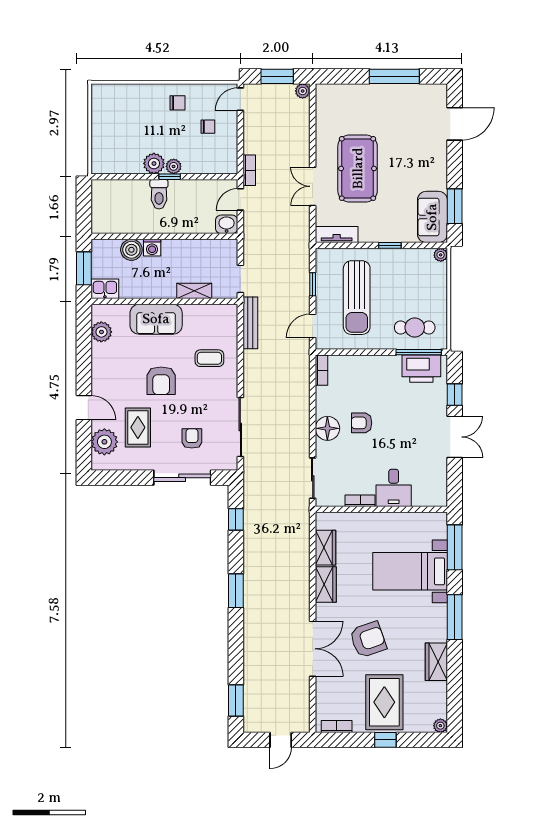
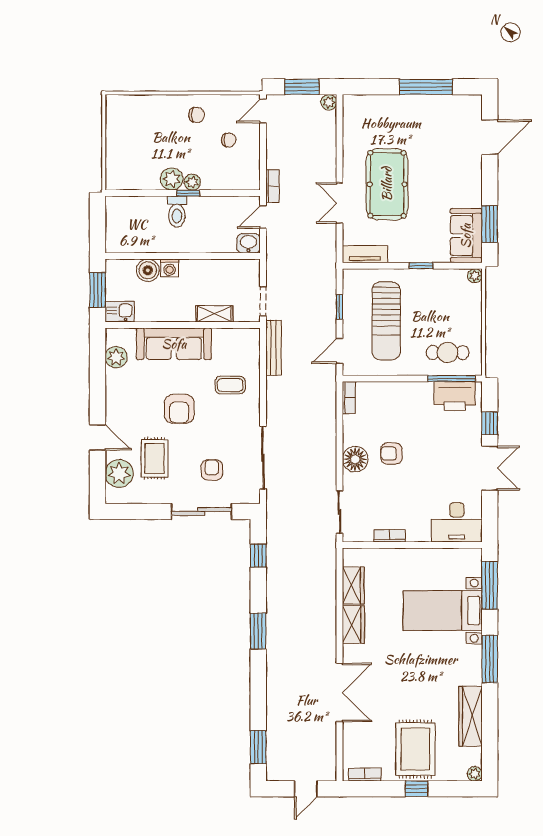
sofa: (156, 319) -> (174, 344), width x1.36
desk: (394, 488) -> (457, 522), moved, width x1.37
armchair: (368, 640) -> (398, 683), removed
wardrobe: (436, 662) -> (470, 716), width x1.50

